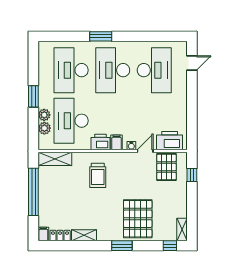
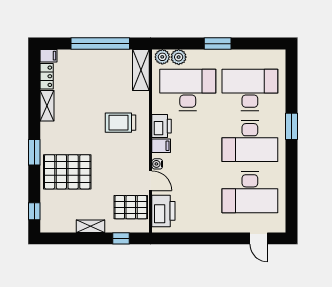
desk: (113, 70) -> (250, 141), turned 180
plant: (44, 115) -> (162, 57), moved
shelving: (182, 229) -> (91, 226), moved

